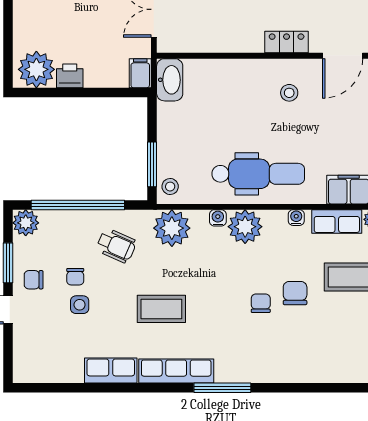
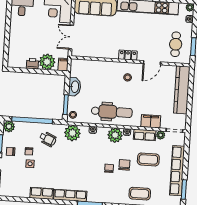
plant: (36, 69) -> (47, 62), moved
washbasin: (170, 80) -> (75, 87), moved
plant: (245, 227) -> (115, 135), moved
coffee table: (161, 309) -> (140, 194), moved

